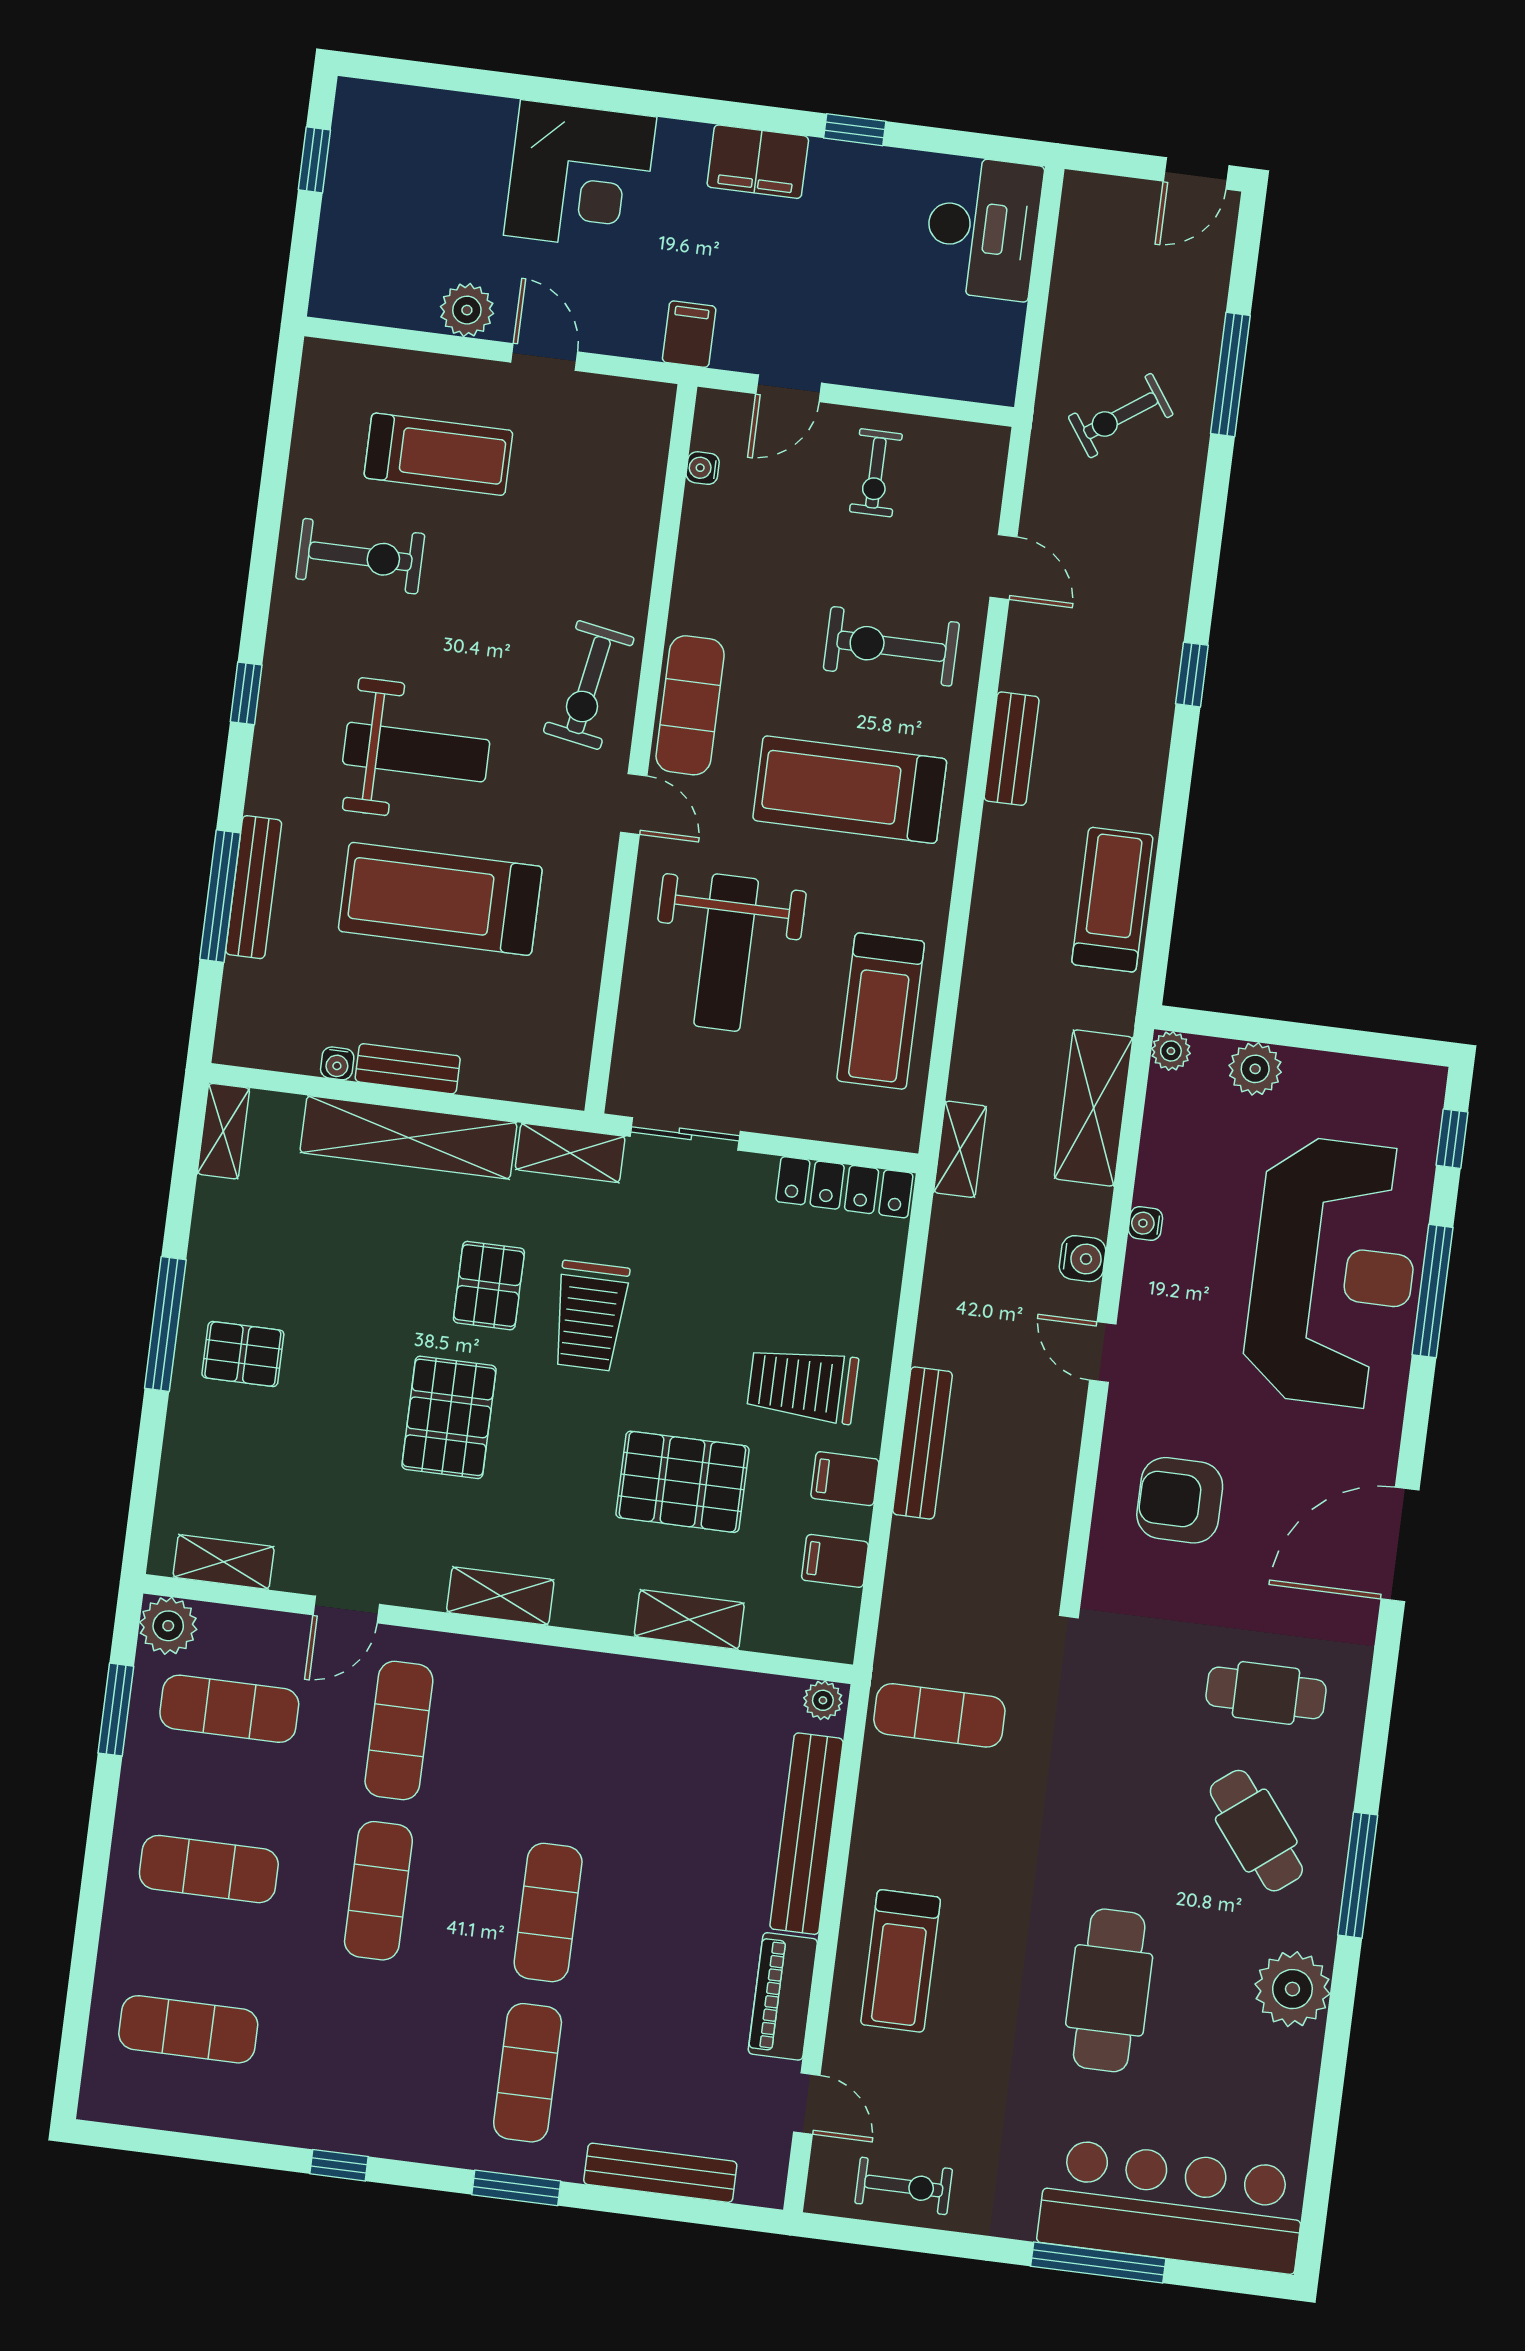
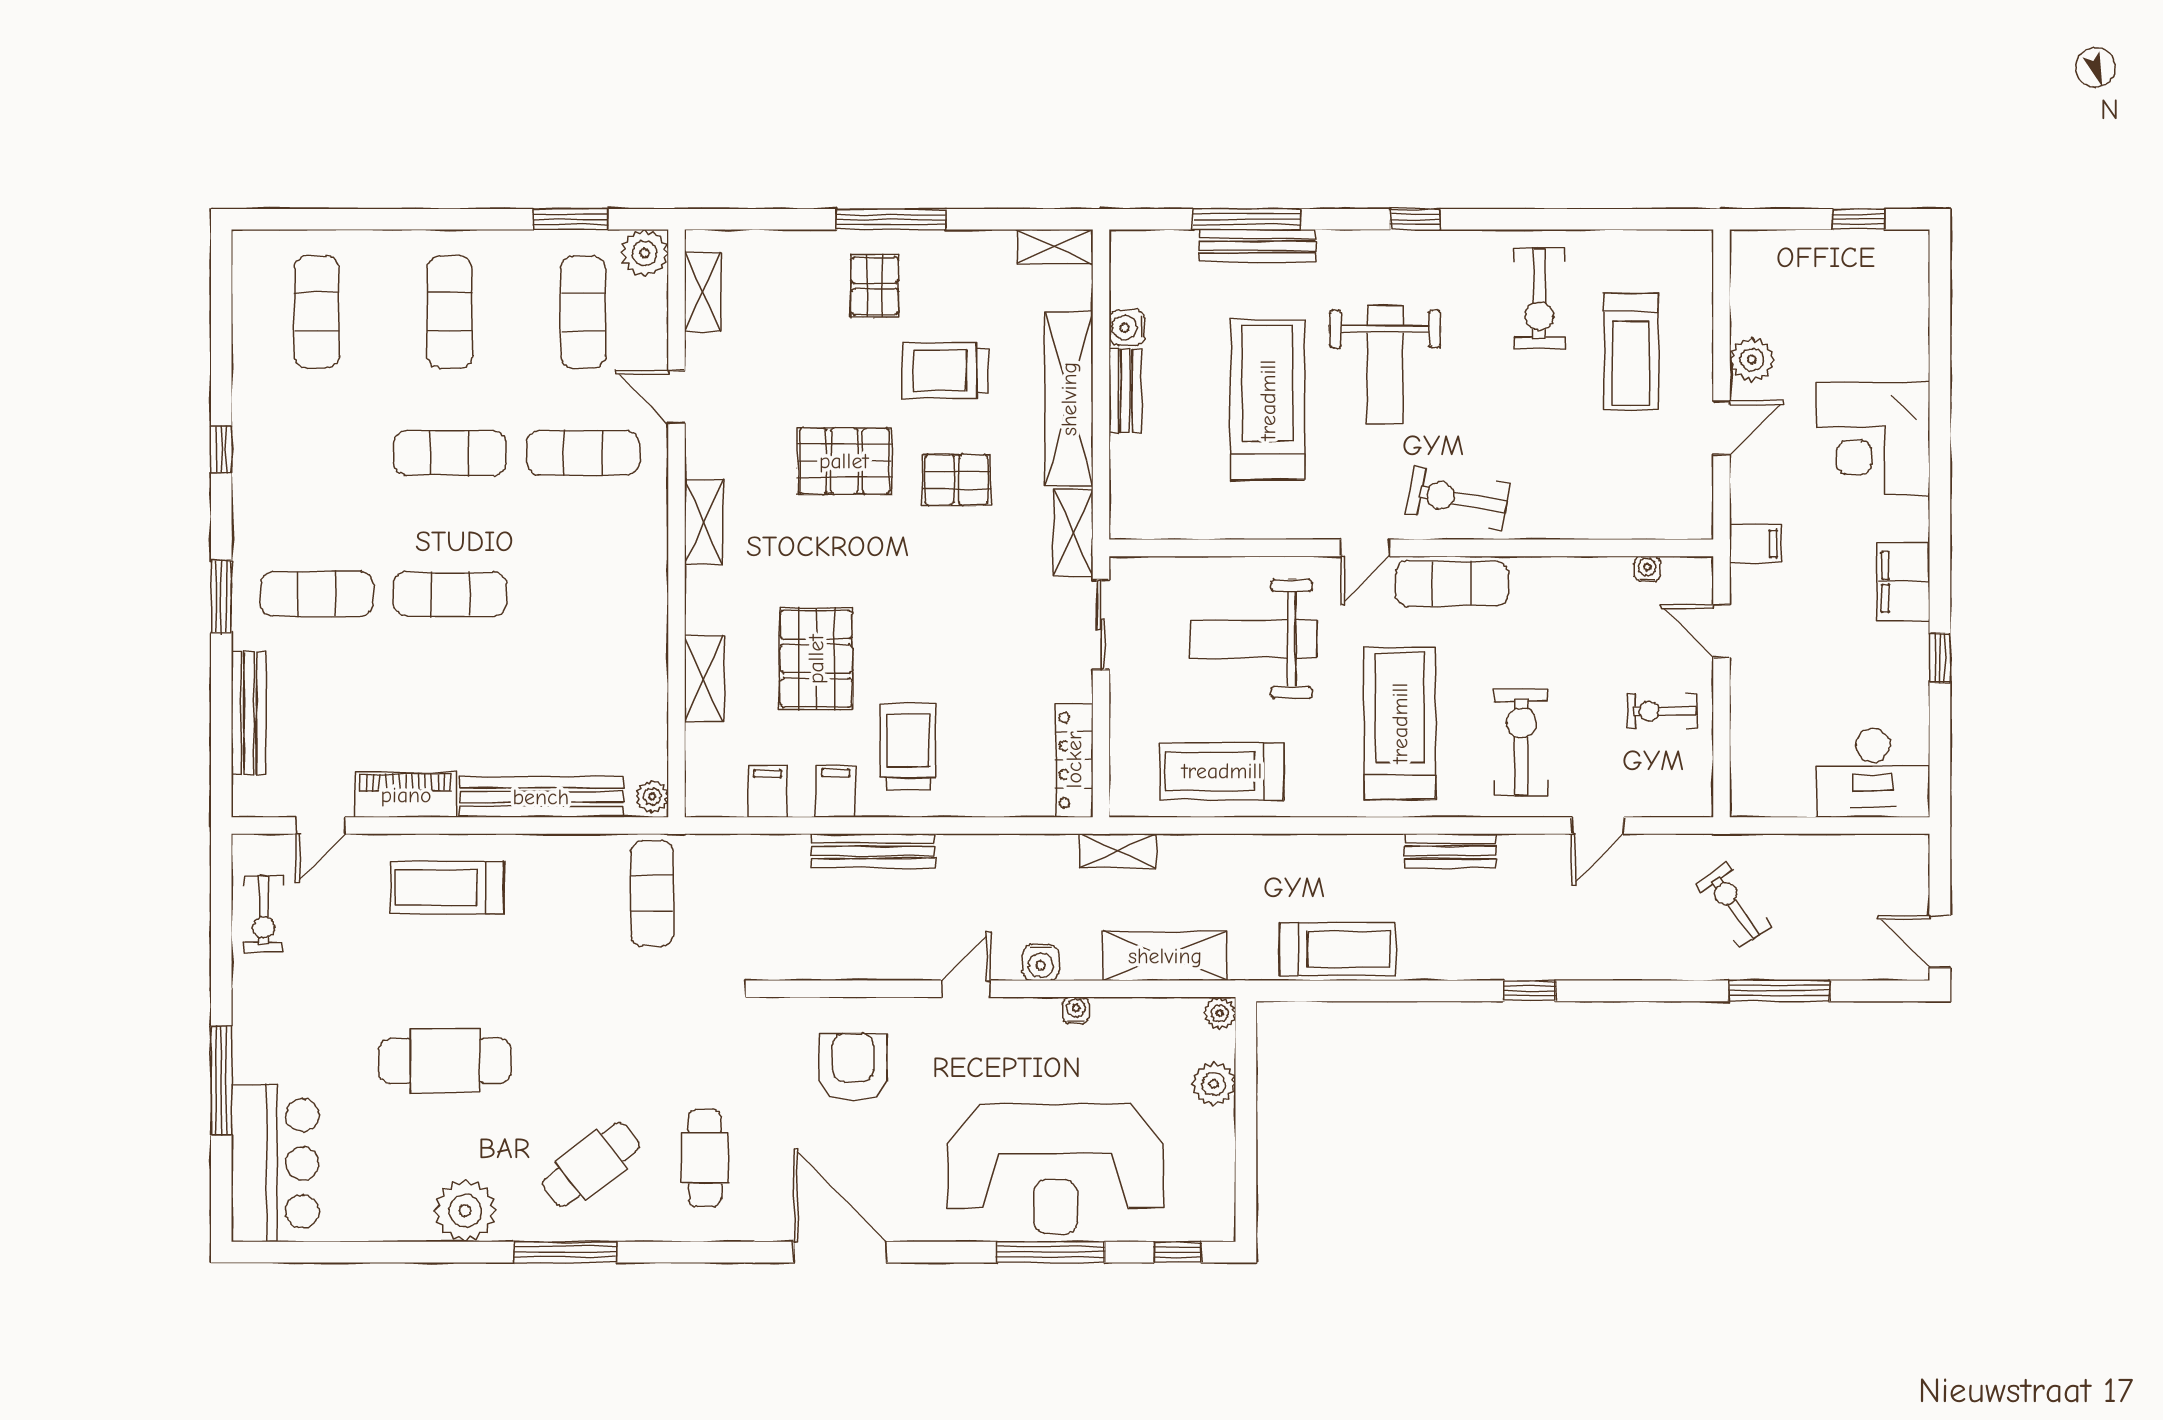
water cooler: (337, 1063) -> (1127, 328), width x1.38, depth x1.38
trolley: (590, 1316) -> (946, 371), moved
bar counter: (1172, 2206) -> (275, 1163), width x0.73

